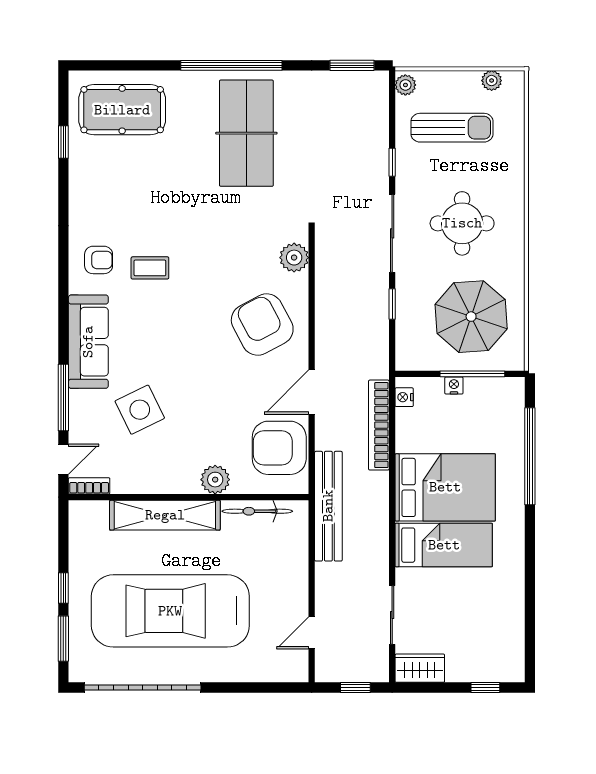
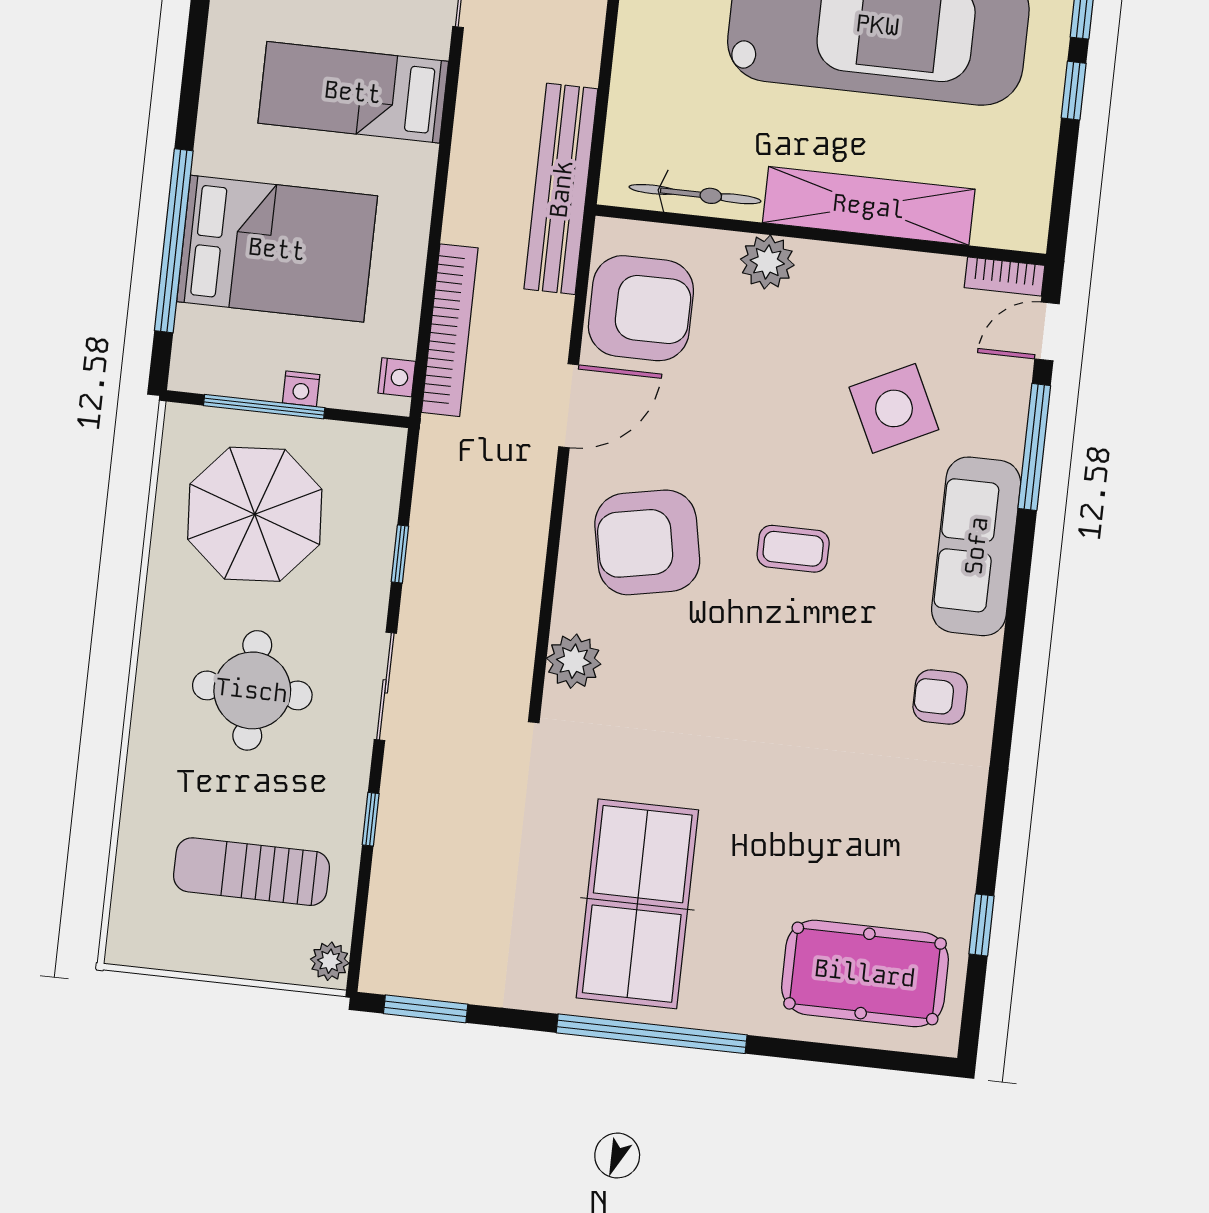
plant: (492, 81) -> (168, 952), removed
sliding door: (392, 233) -> (385, 686), width x0.73
coffee table: (150, 268) -> (793, 549), moved
armchair: (262, 325) -> (647, 542), turned 107
bed: (445, 487) -> (277, 249), moved, turned 180

